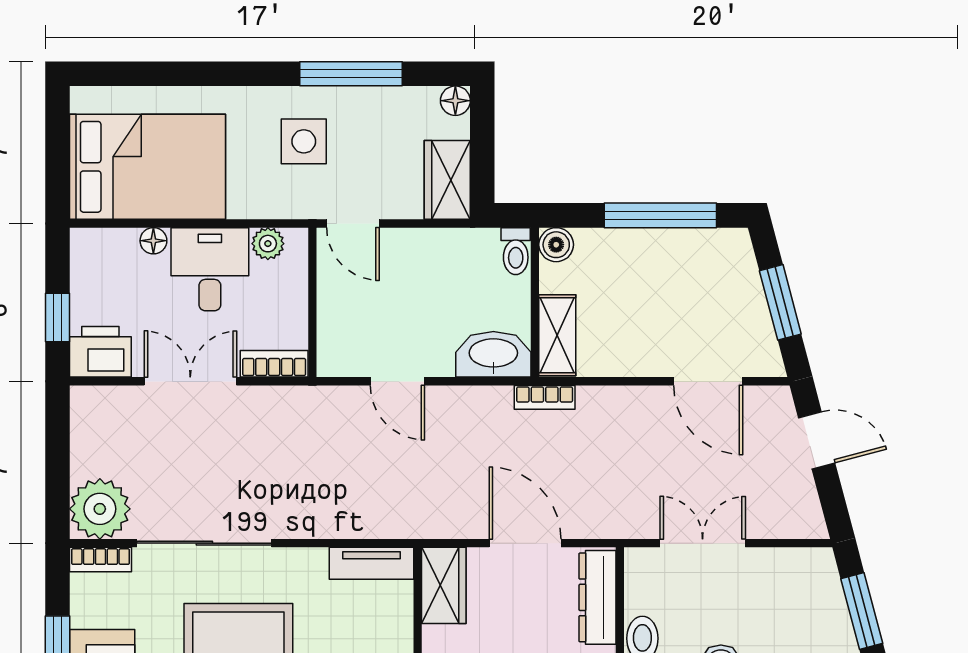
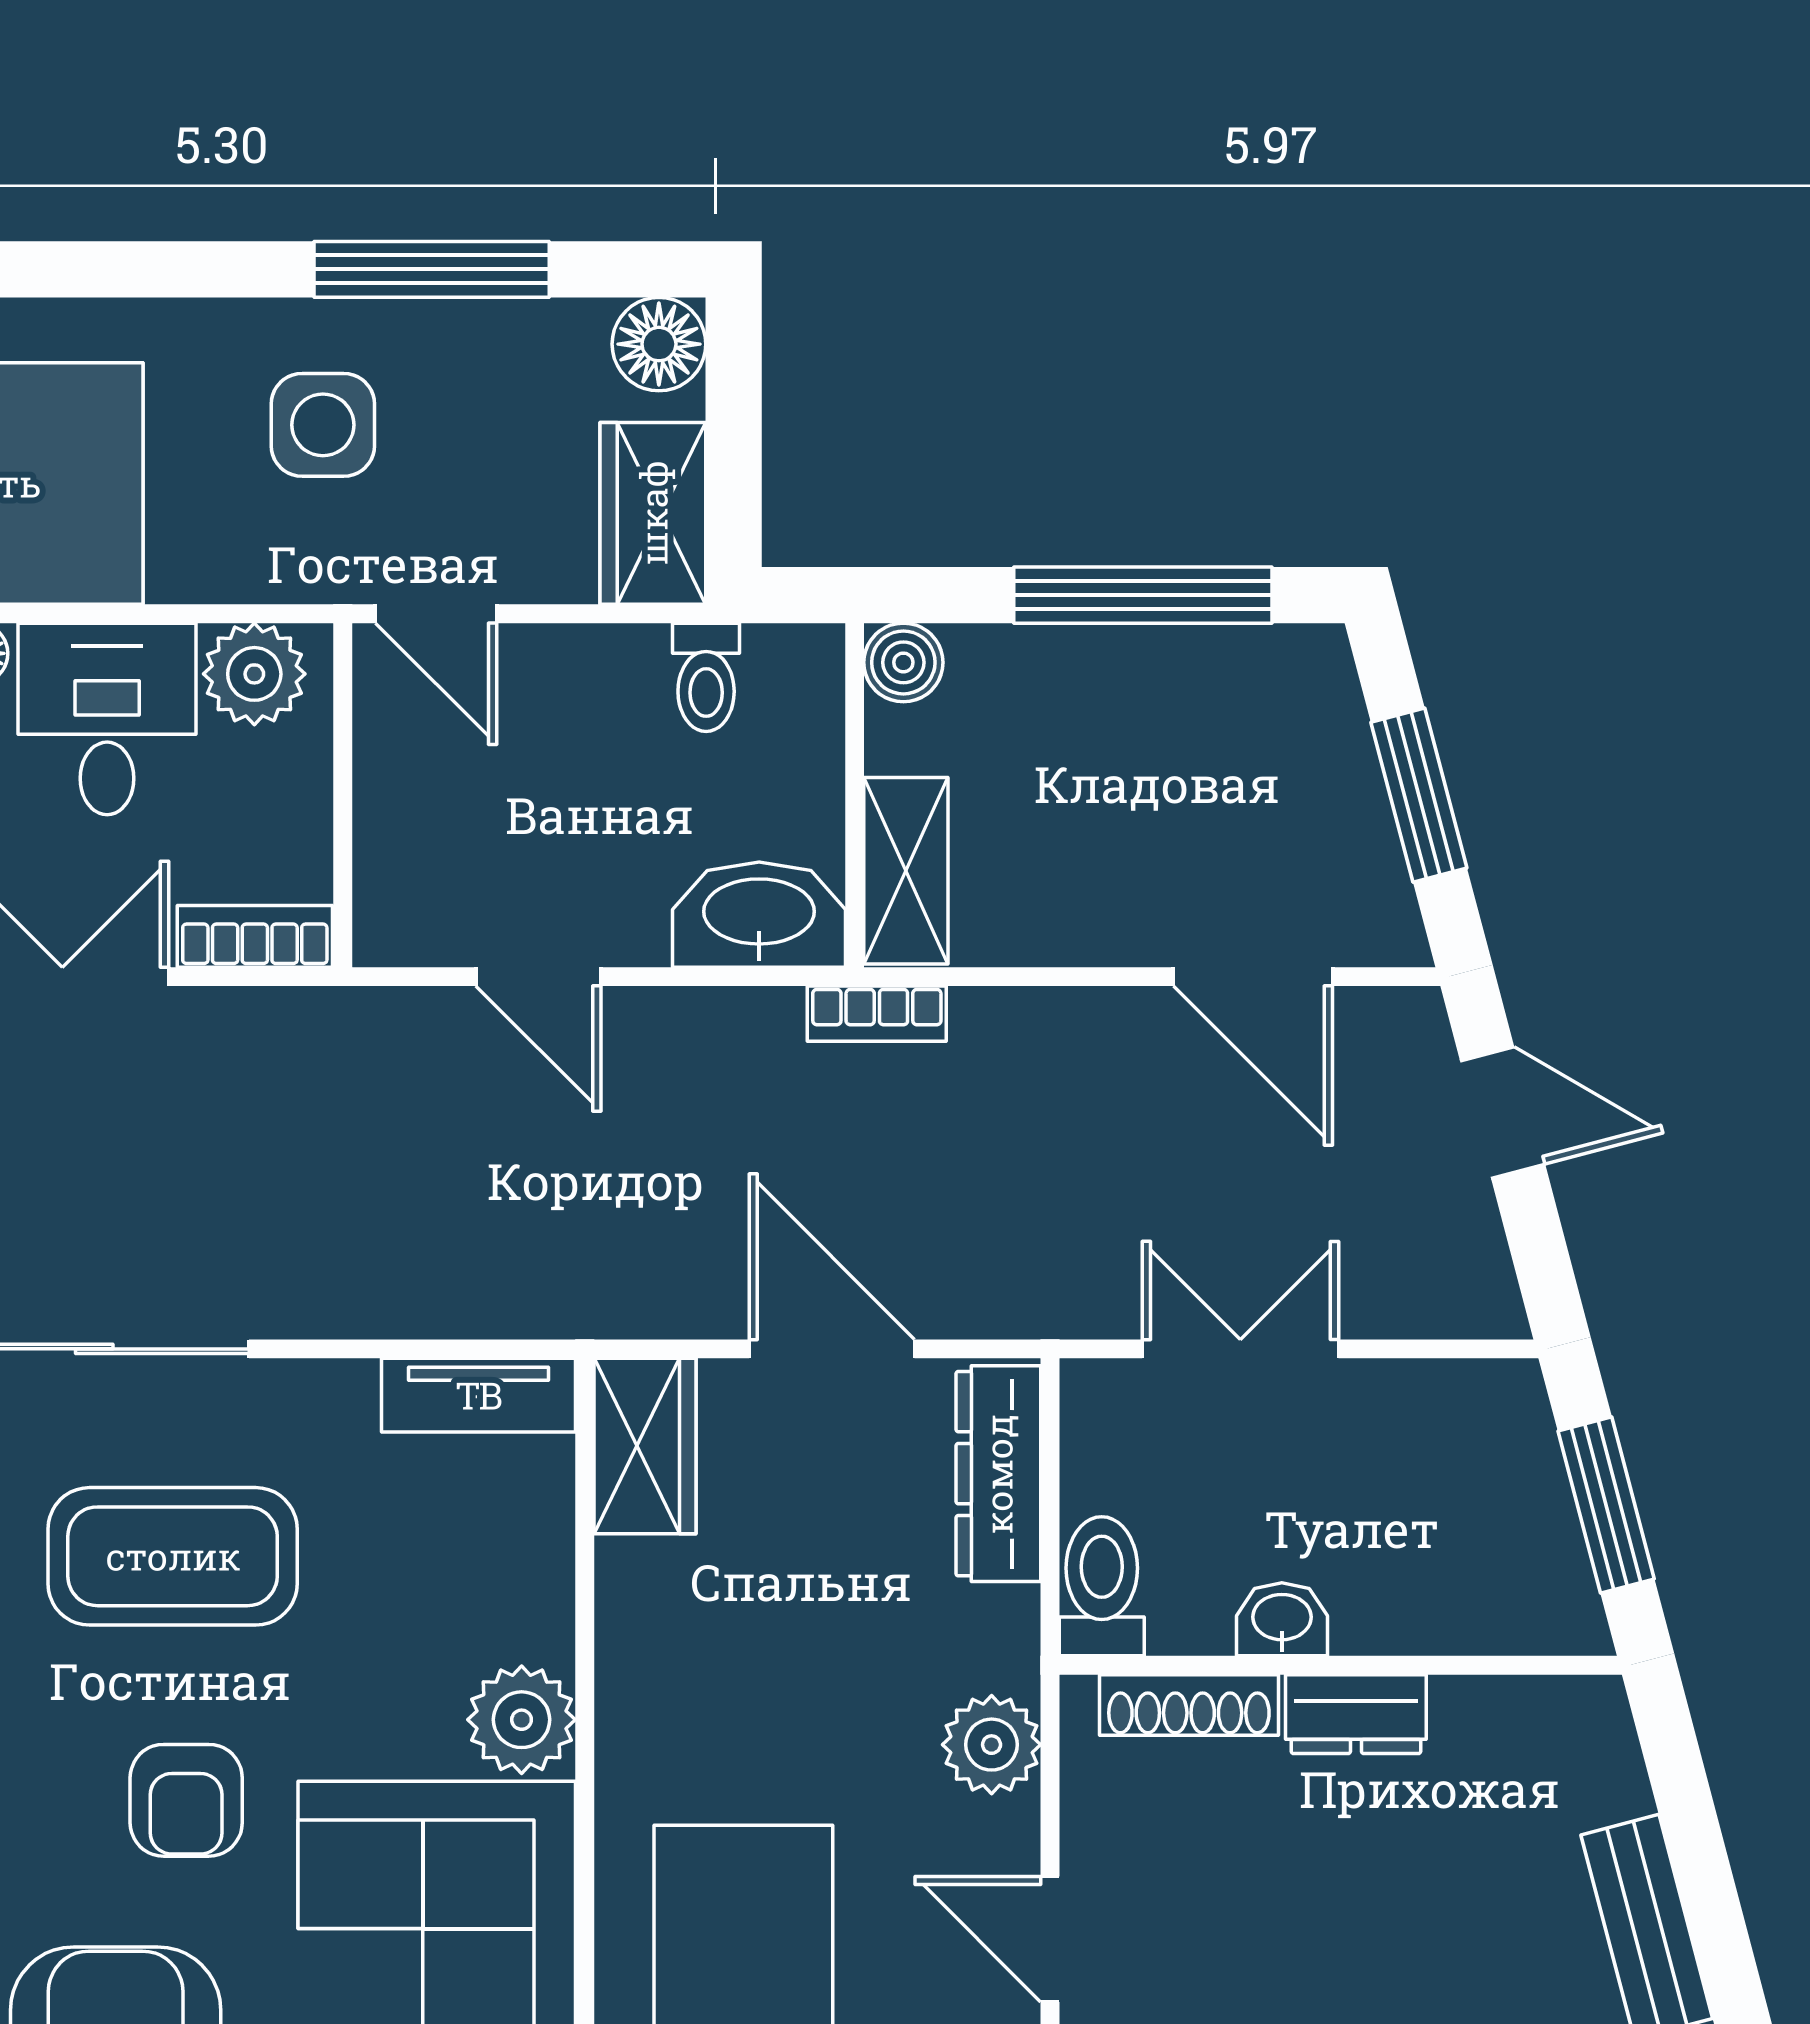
floor lamp: (455, 101) -> (659, 344), width x1.37, depth x1.37
plant: (268, 244) -> (254, 674), width x1.38, depth x1.38
toilet: (516, 251) -> (706, 677), moved

